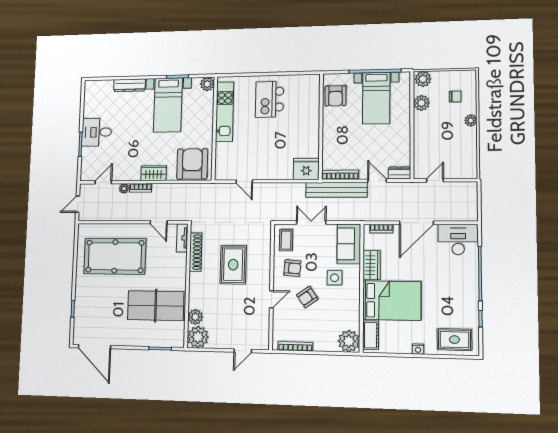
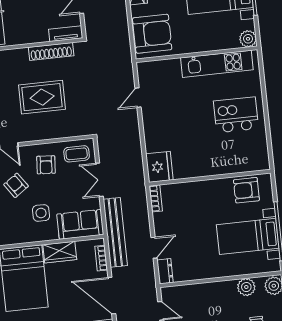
bookcase: (340, 175) -> (156, 198), width x0.64
bench: (336, 190) -> (115, 232), moved
double door: (311, 222) -> (99, 180), swing flipped

